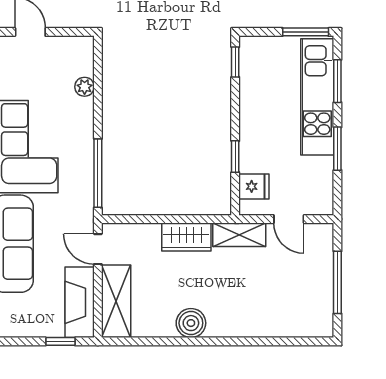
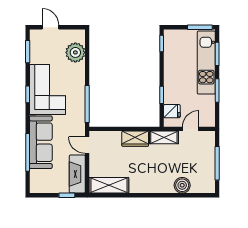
plant: (85, 87) -> (75, 52), width x1.88, depth x1.88
door: (289, 219) -> (191, 129), swing flipped
shelving: (116, 301) -> (109, 185), moved, turned 90
boiler: (191, 323) -> (182, 185), moved

